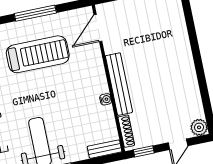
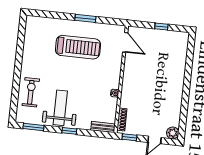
window: (35, 13) -> (85, 18), width x0.69
door: (98, 28) -> (125, 42), swing flipped
bench: (119, 84) -> (127, 86), removed

